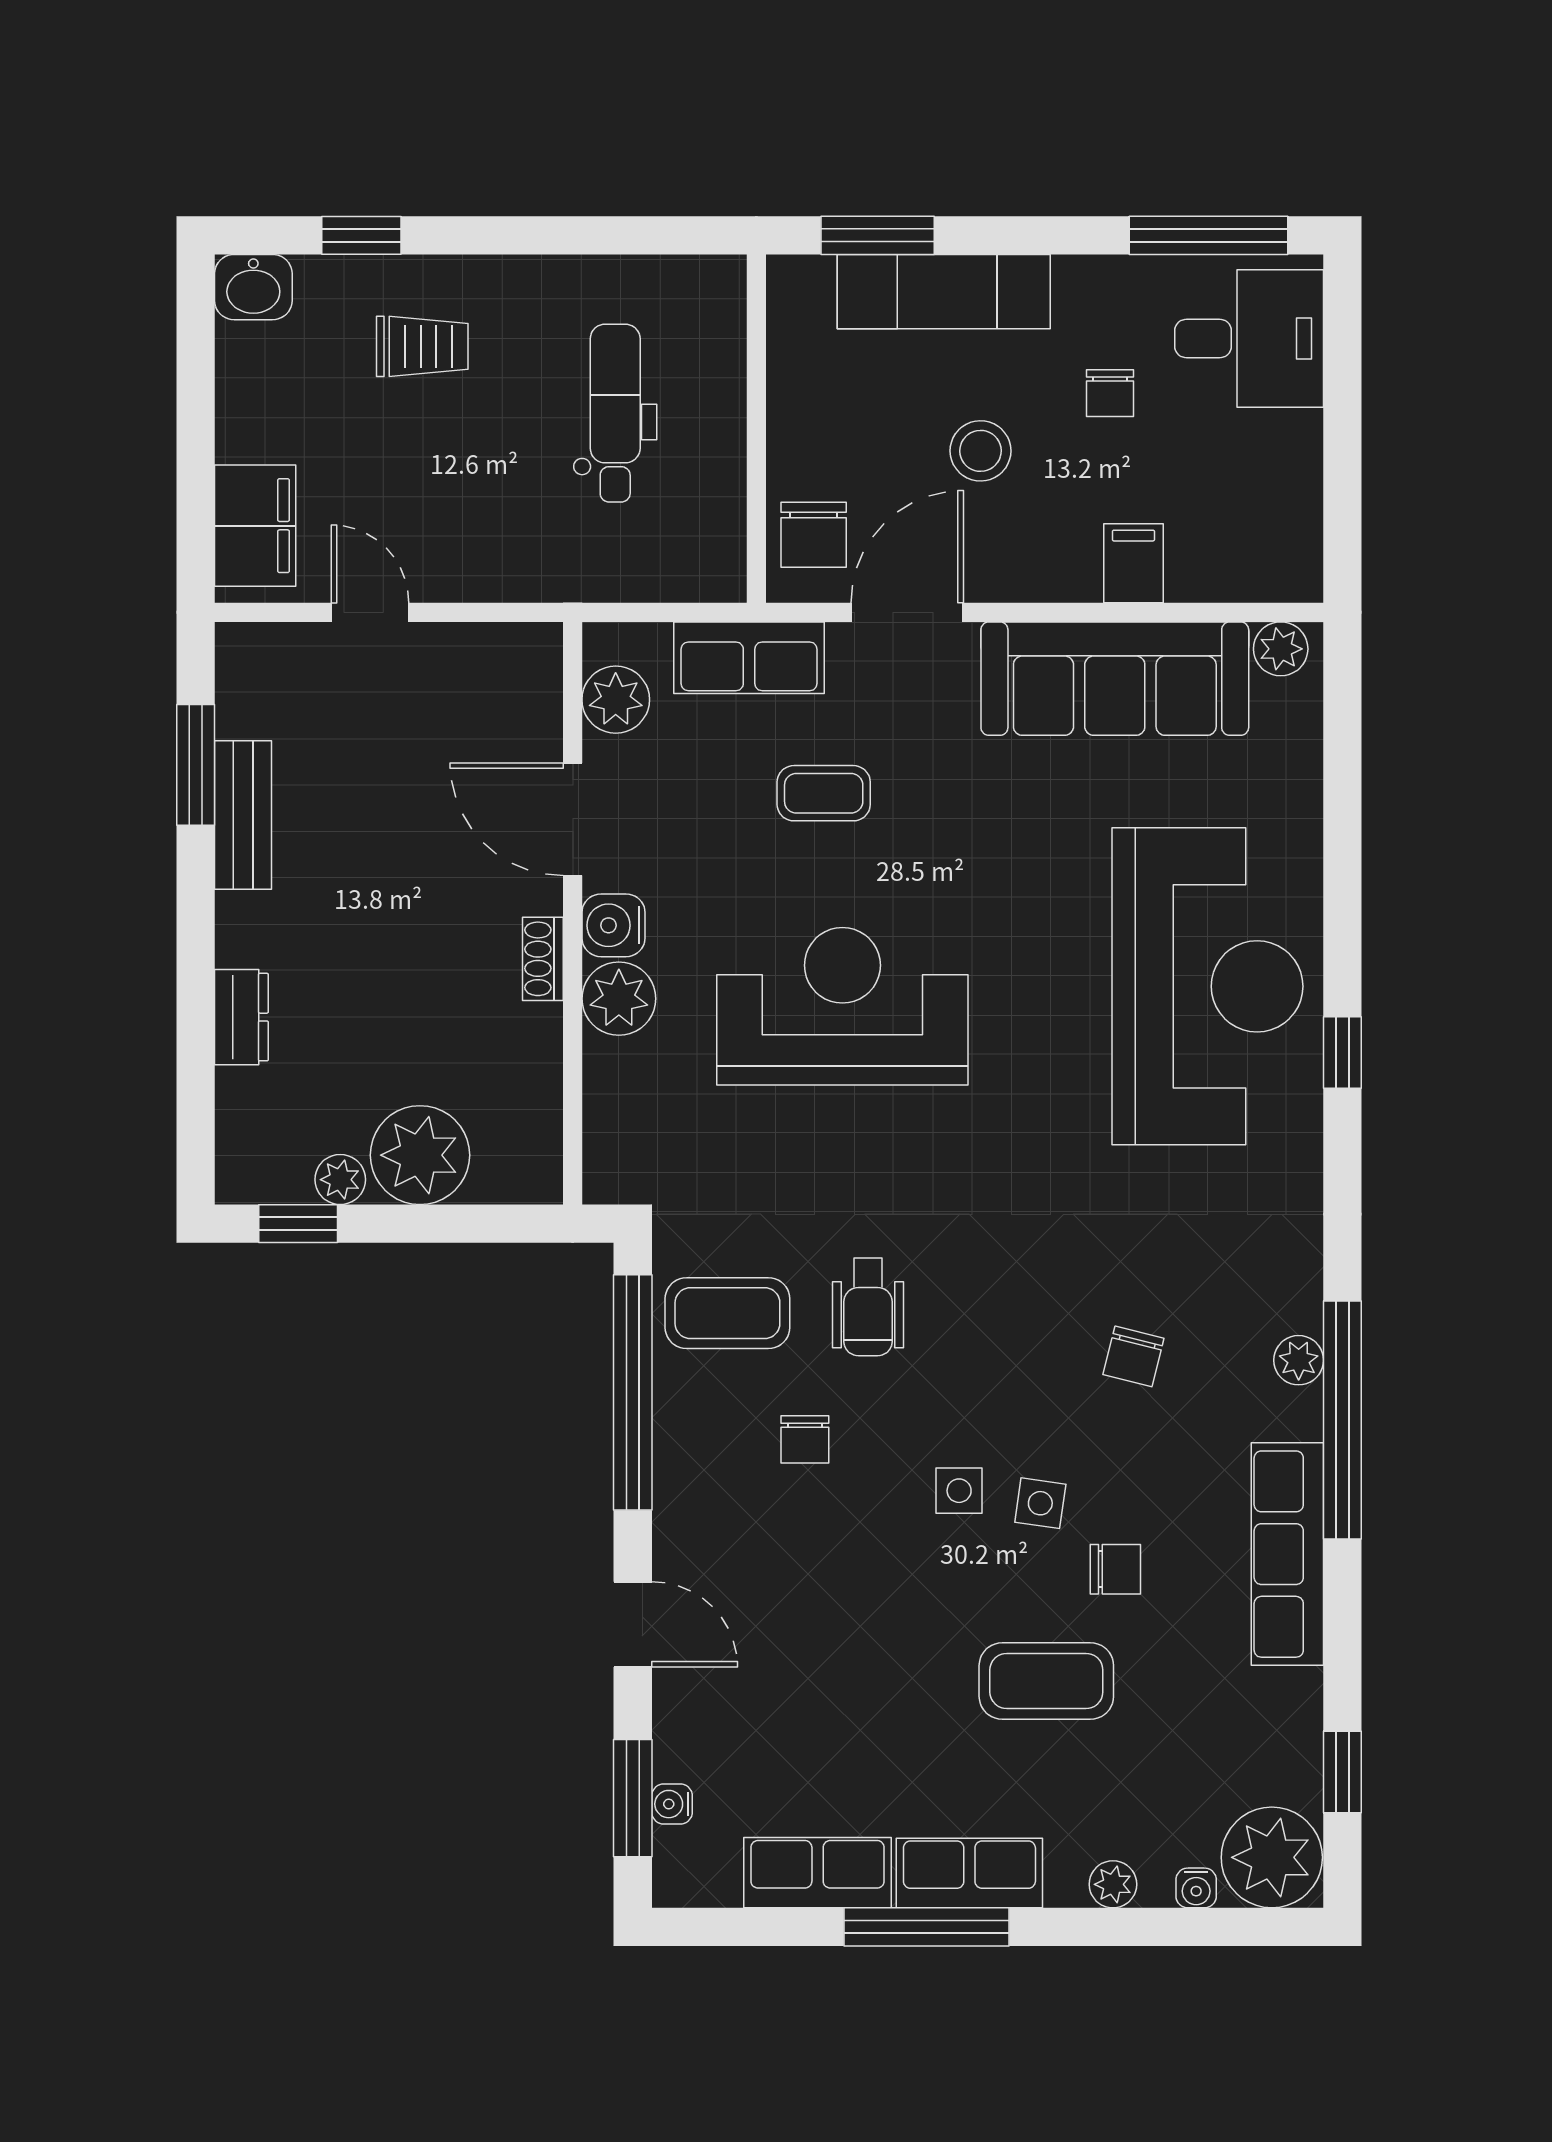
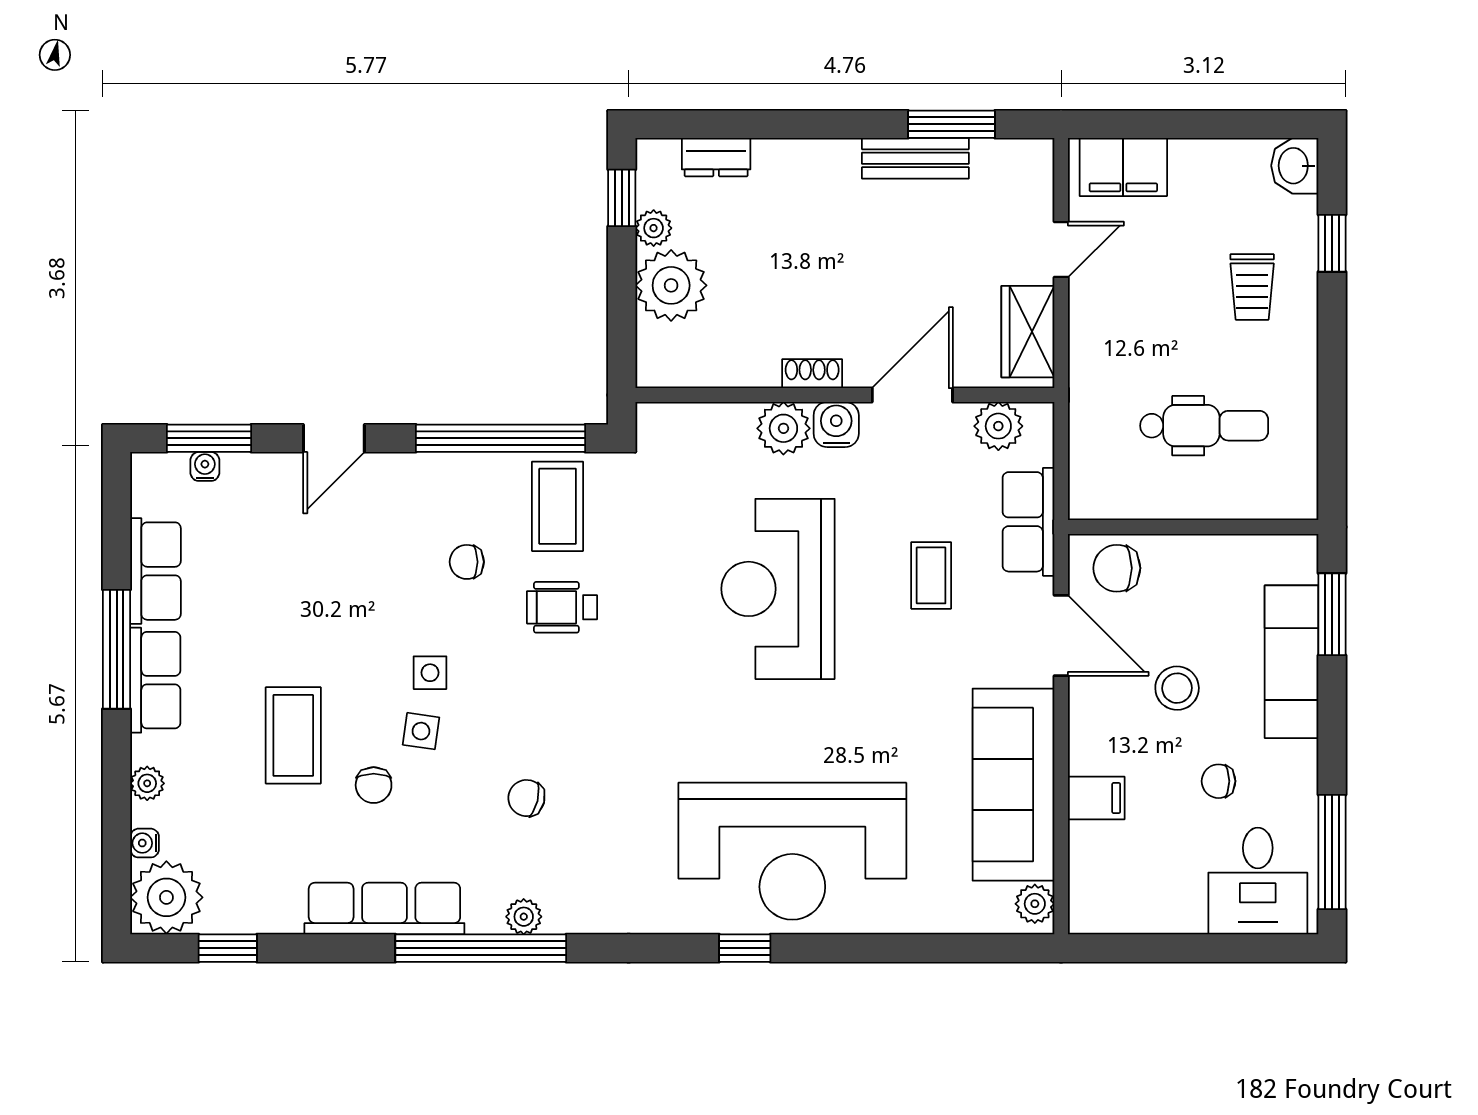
wardrobe: (484, 659) -> (1028, 332), added
reception desk: (842, 1006) -> (778, 589), turned 180
dresser: (241, 1017) -> (716, 157), moved

